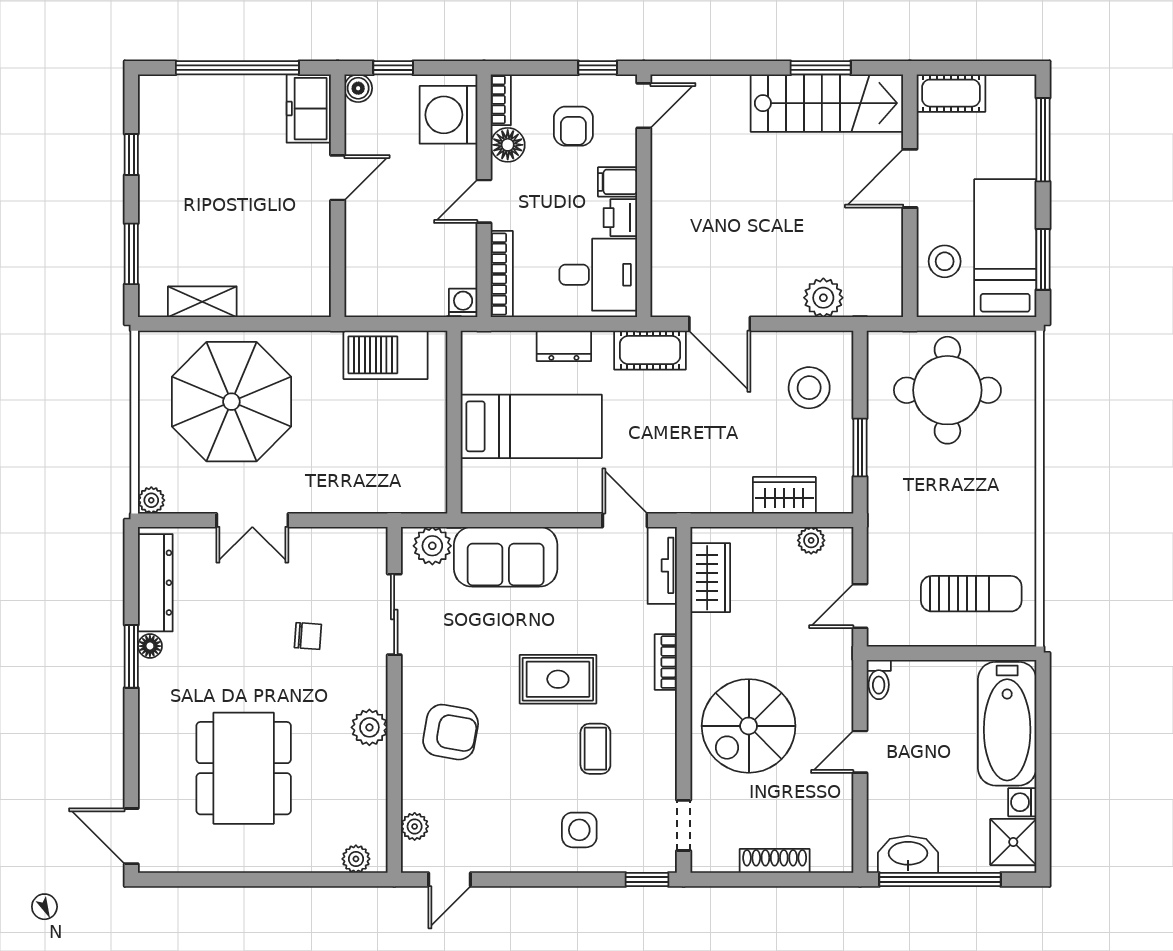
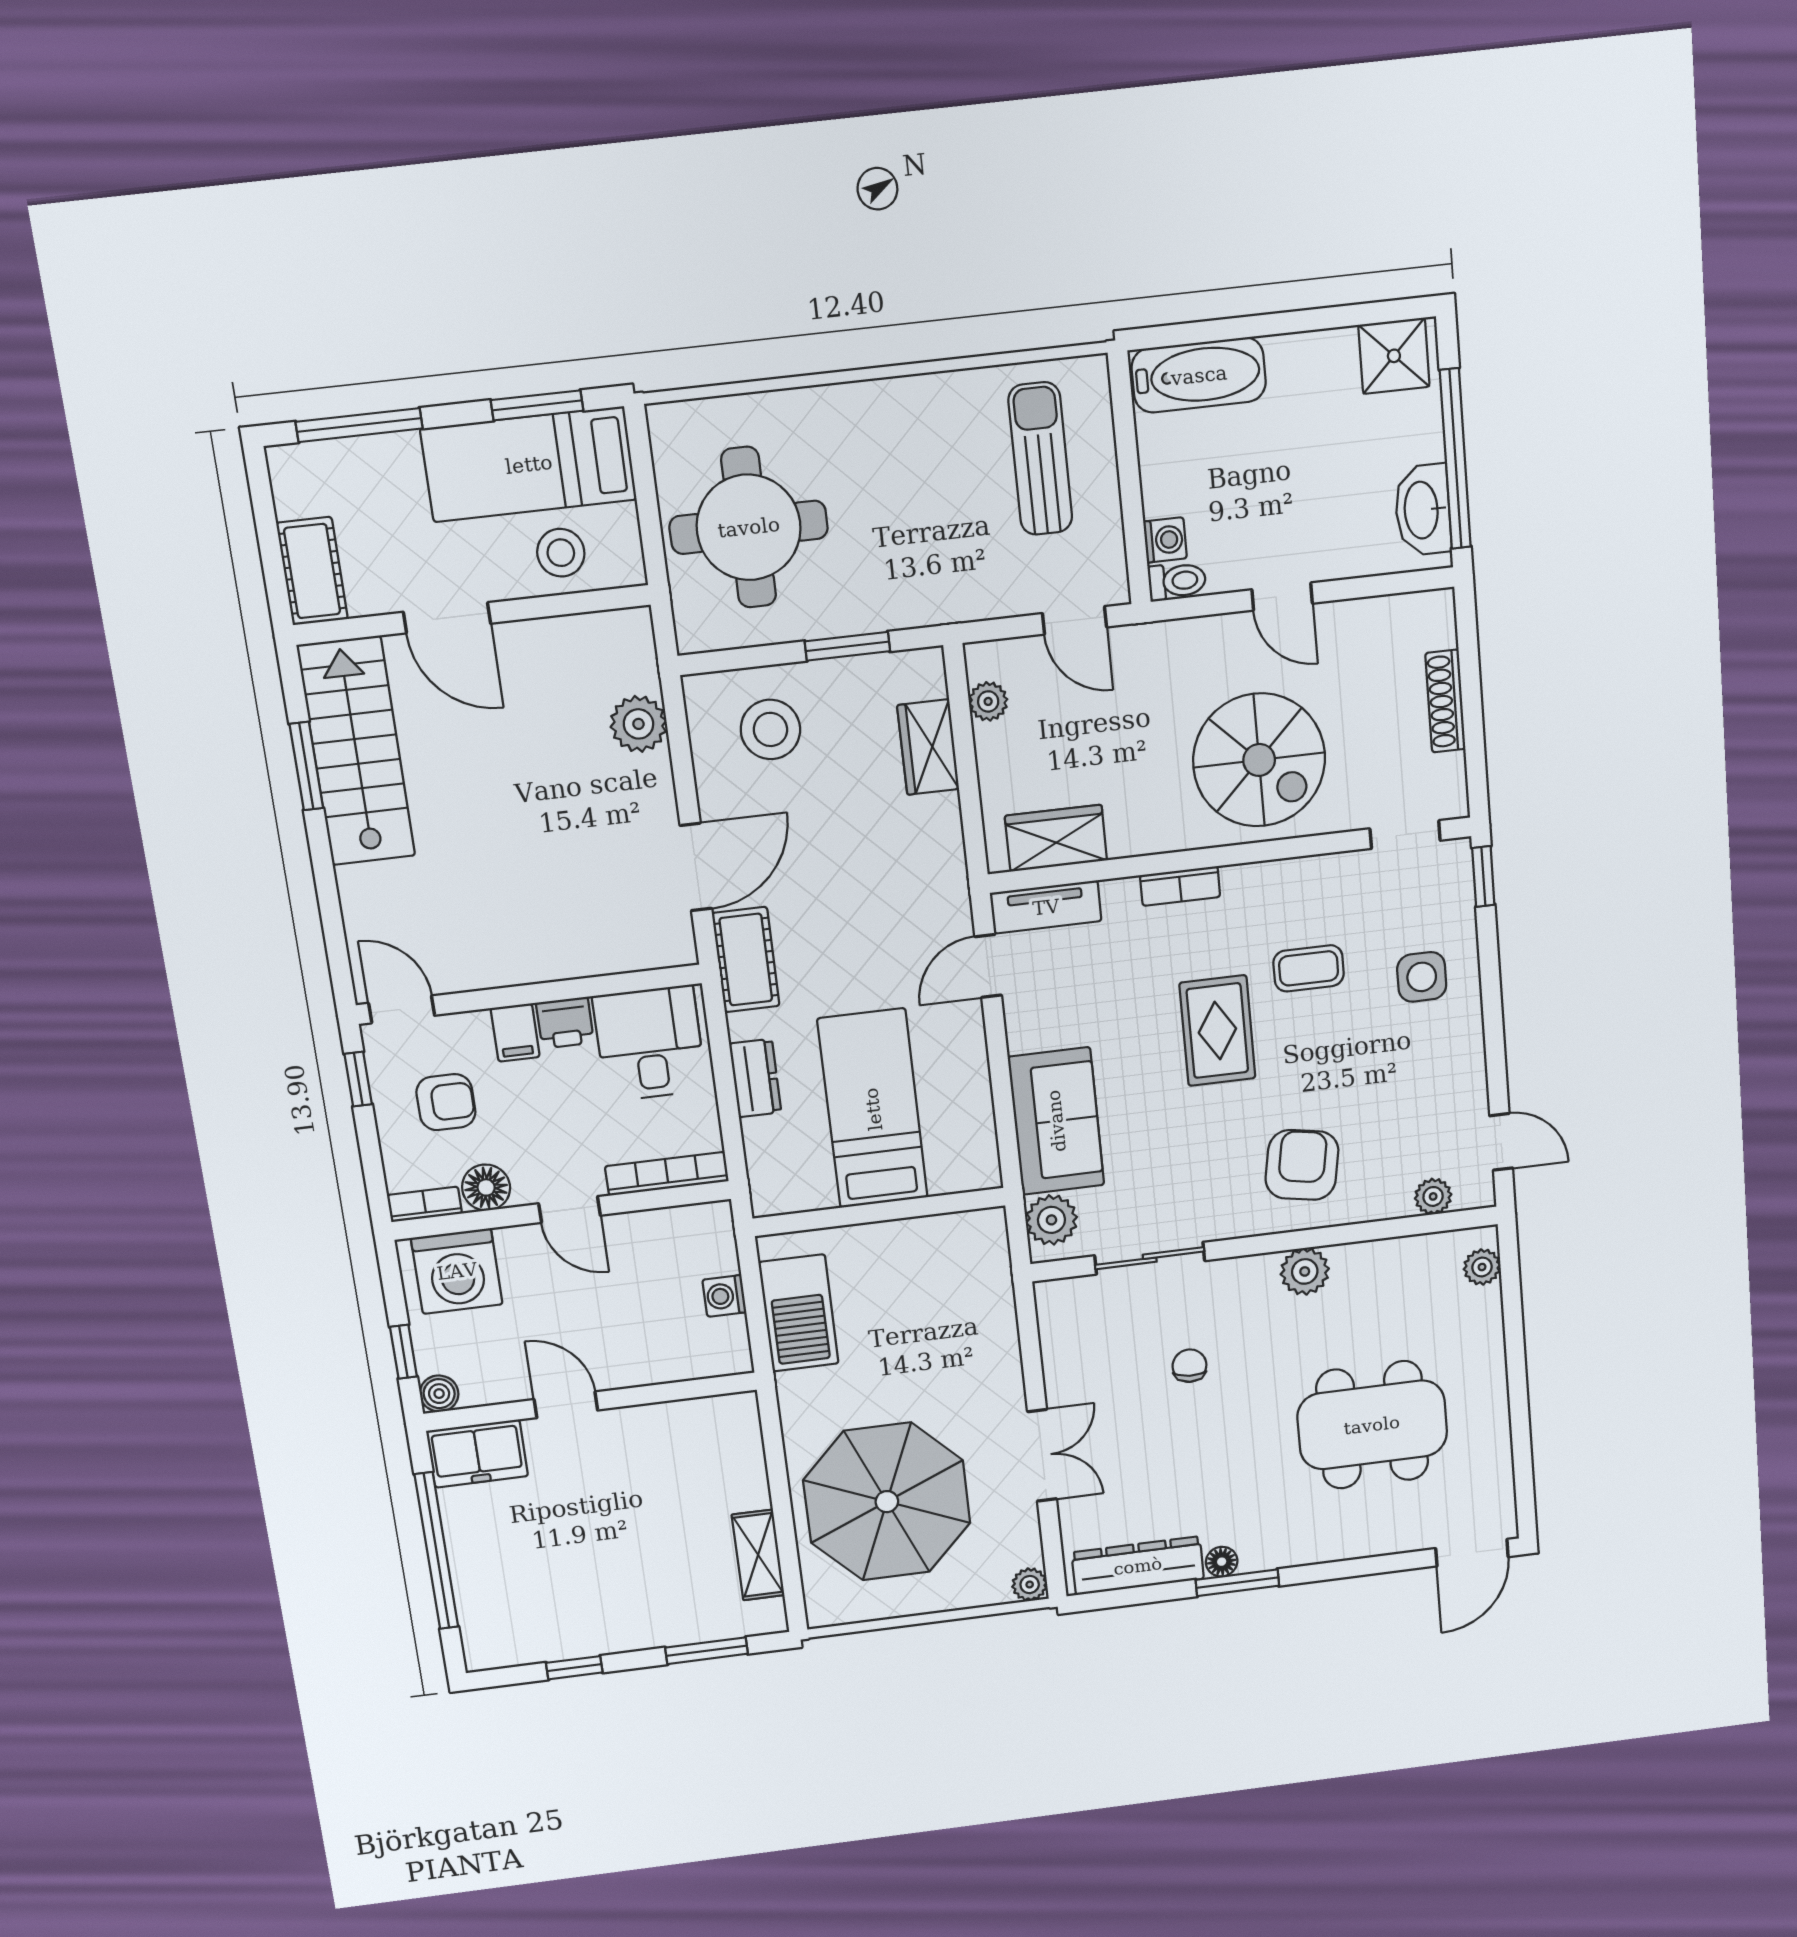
washing machine: (463, 303) -> (724, 1296), moved
bathtub: (1007, 724) -> (1199, 375), width x0.73, depth x0.73
washing machine: (1022, 802) -> (1165, 540), moved, turned -90

